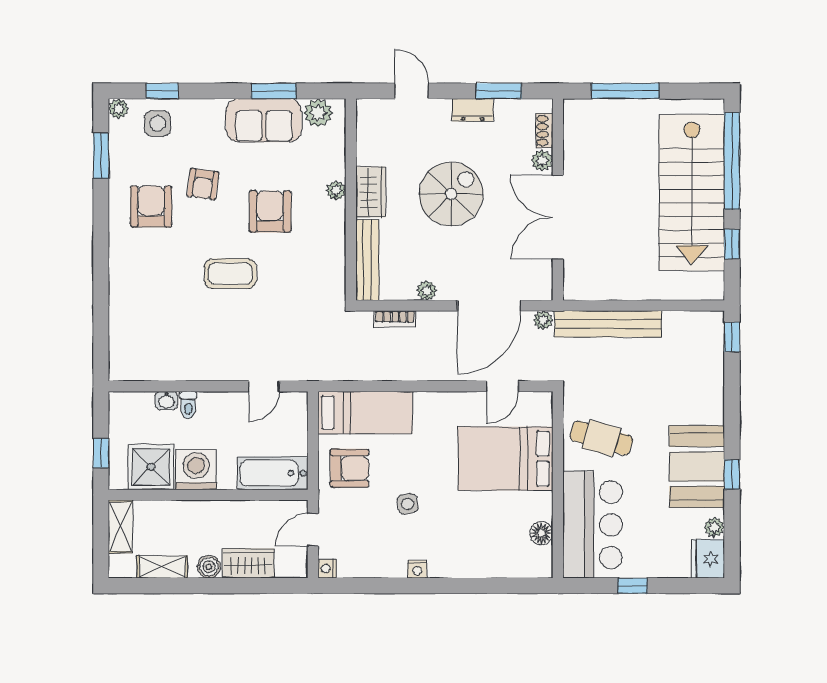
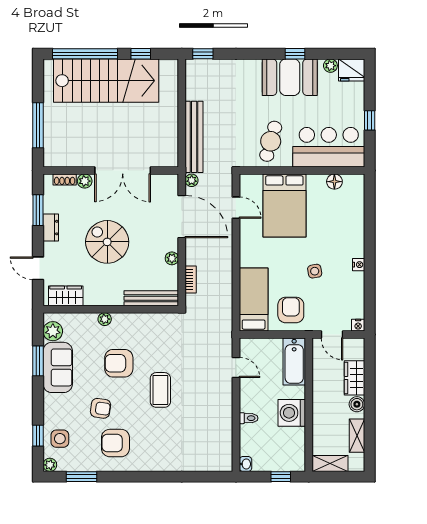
door: (412, 91) -> (38, 268), hinge flipped
wardrobe: (371, 192) -> (66, 296), moved
washbasin: (166, 400) -> (245, 464), moved
shower: (151, 467) -> (290, 443), removed

